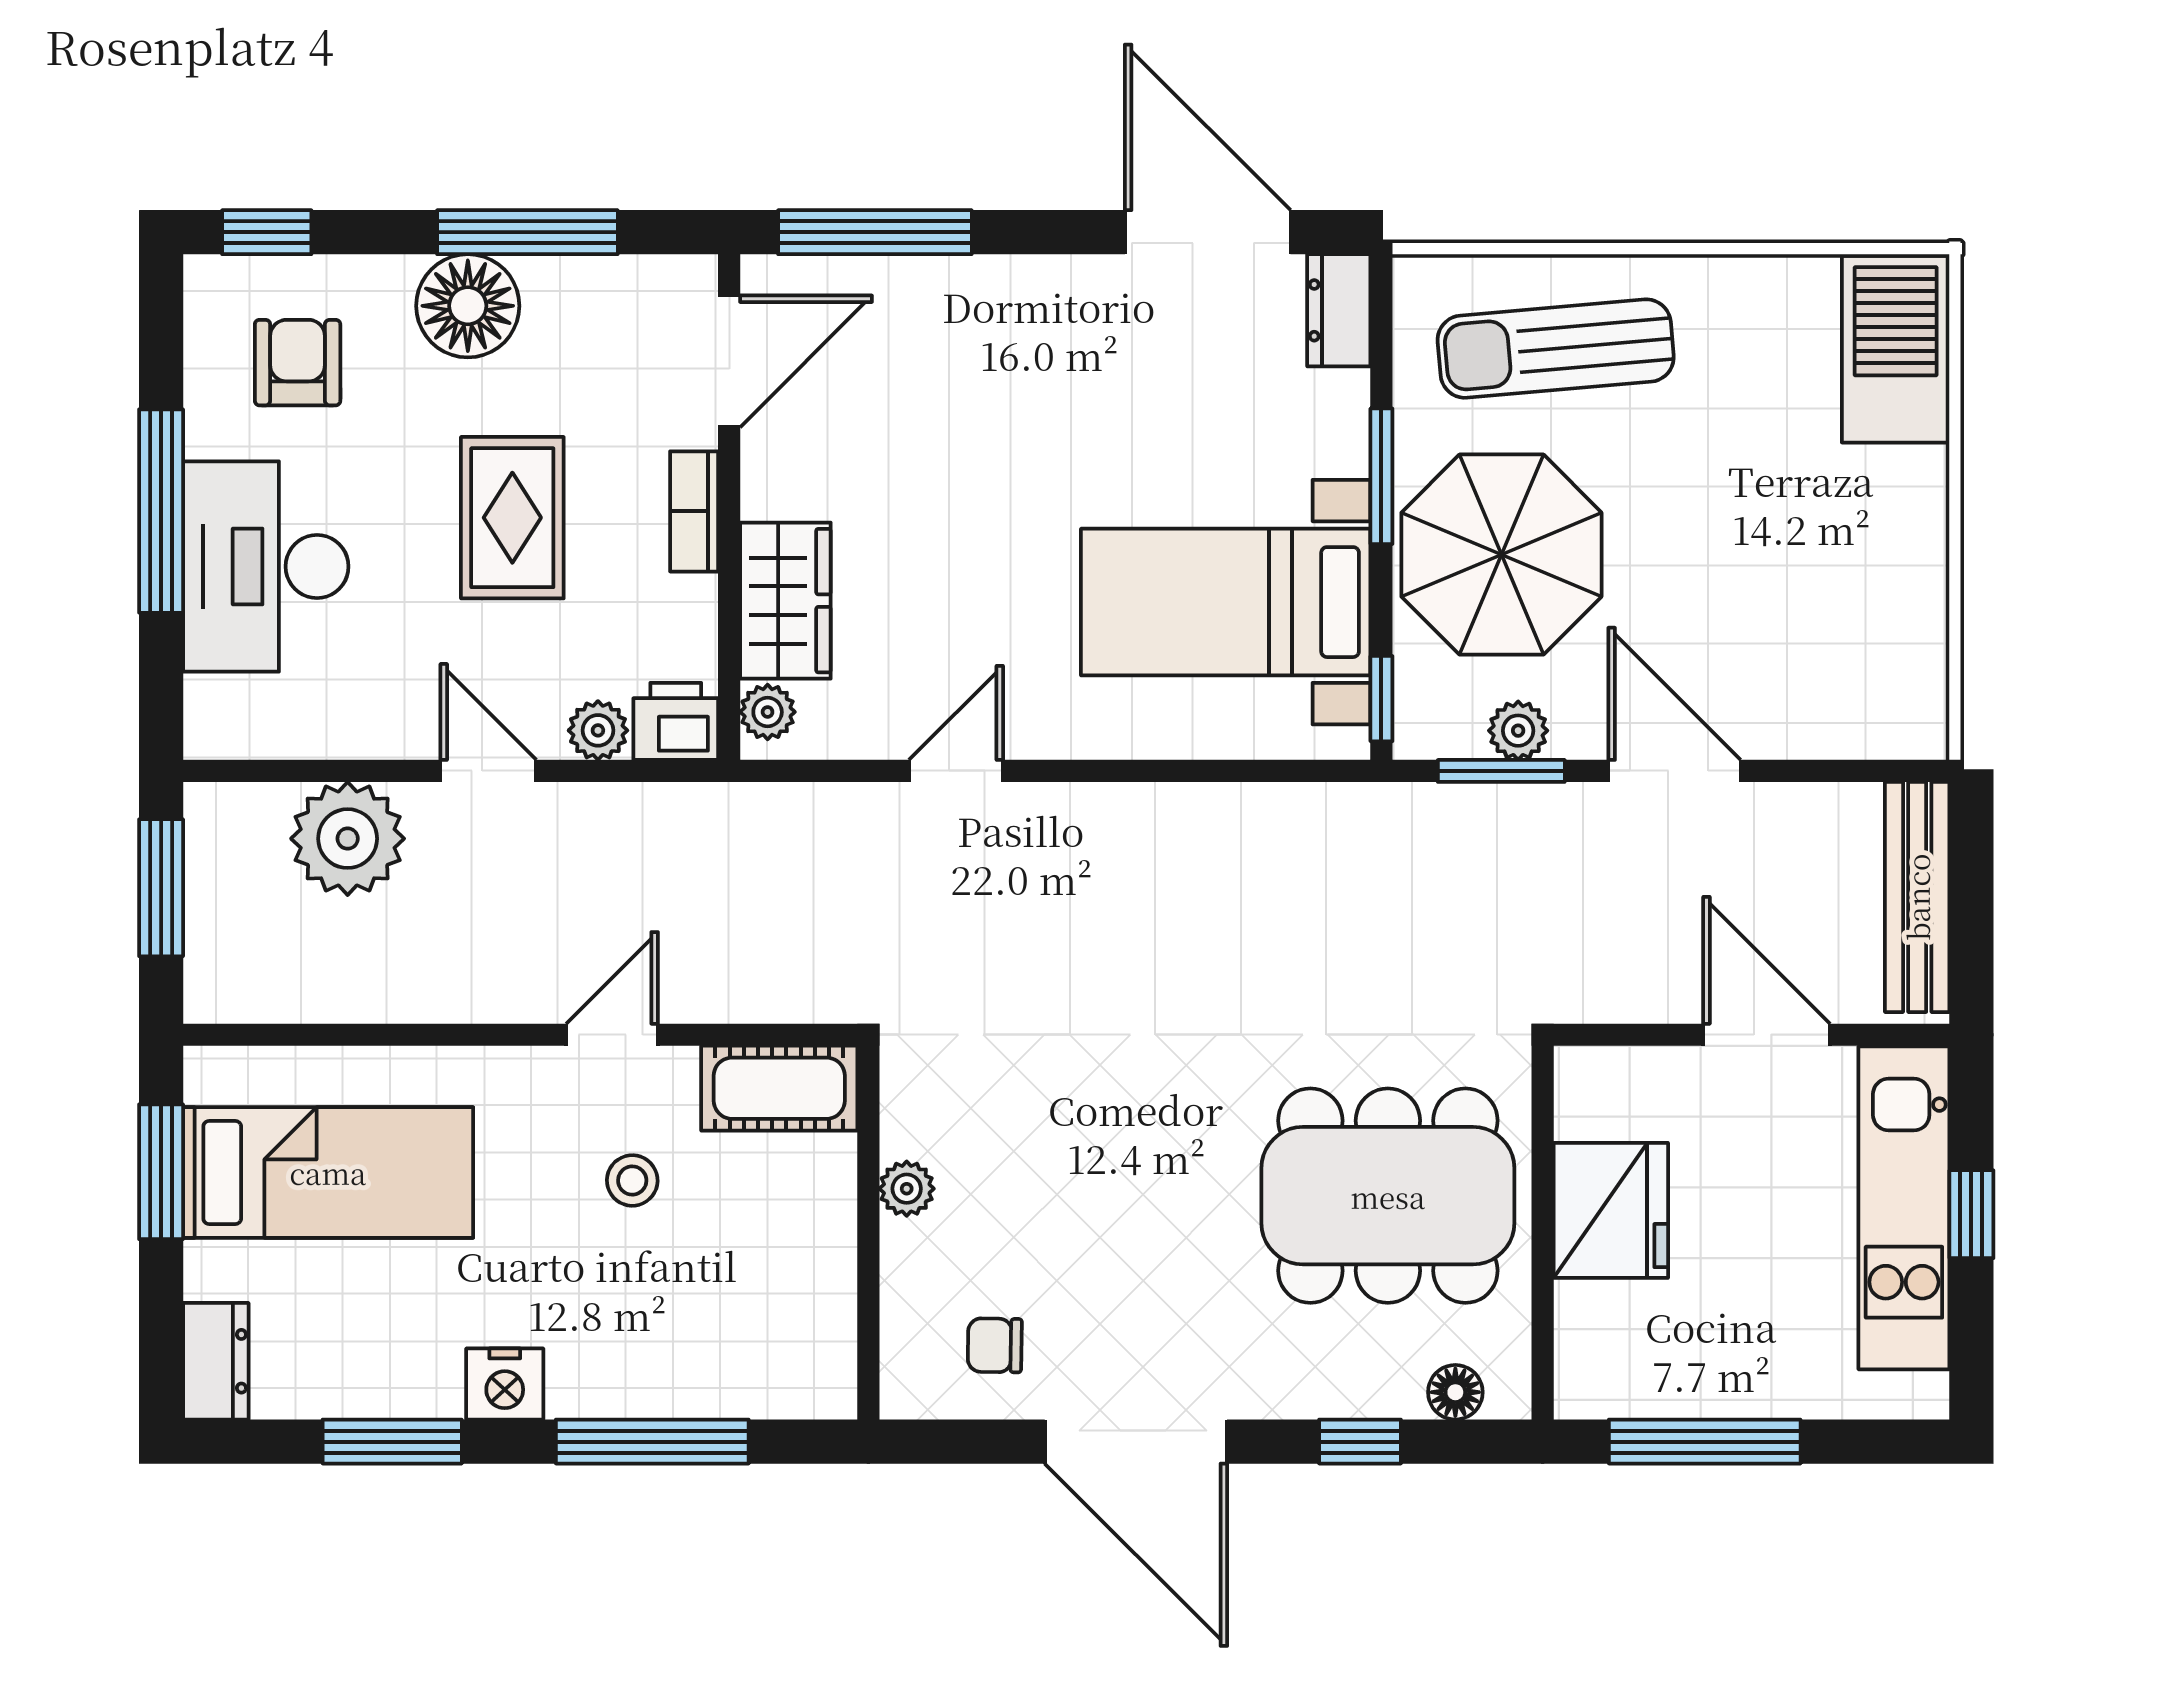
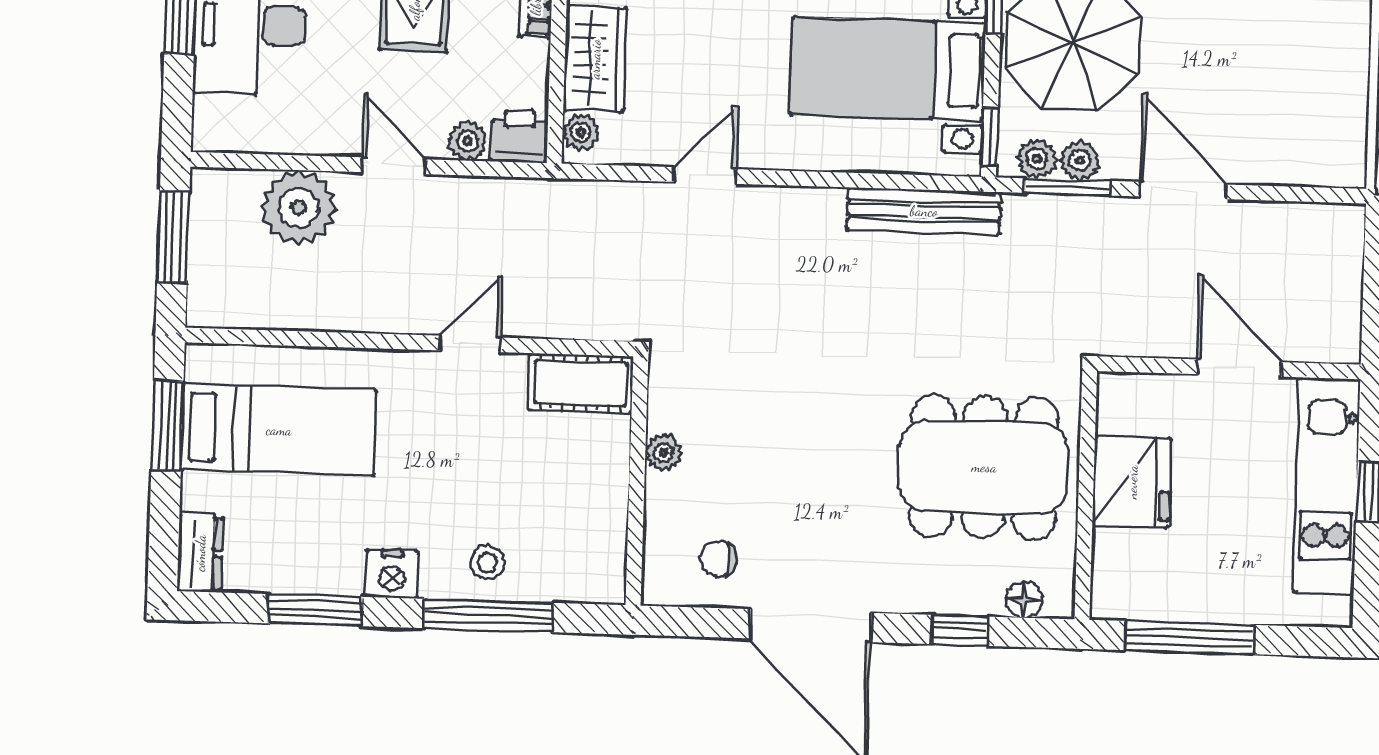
plant: (1453, 730) -> (1037, 159), added
bench: (1917, 897) -> (924, 211), moved, turned 90
stool: (632, 1180) -> (487, 562), moved

